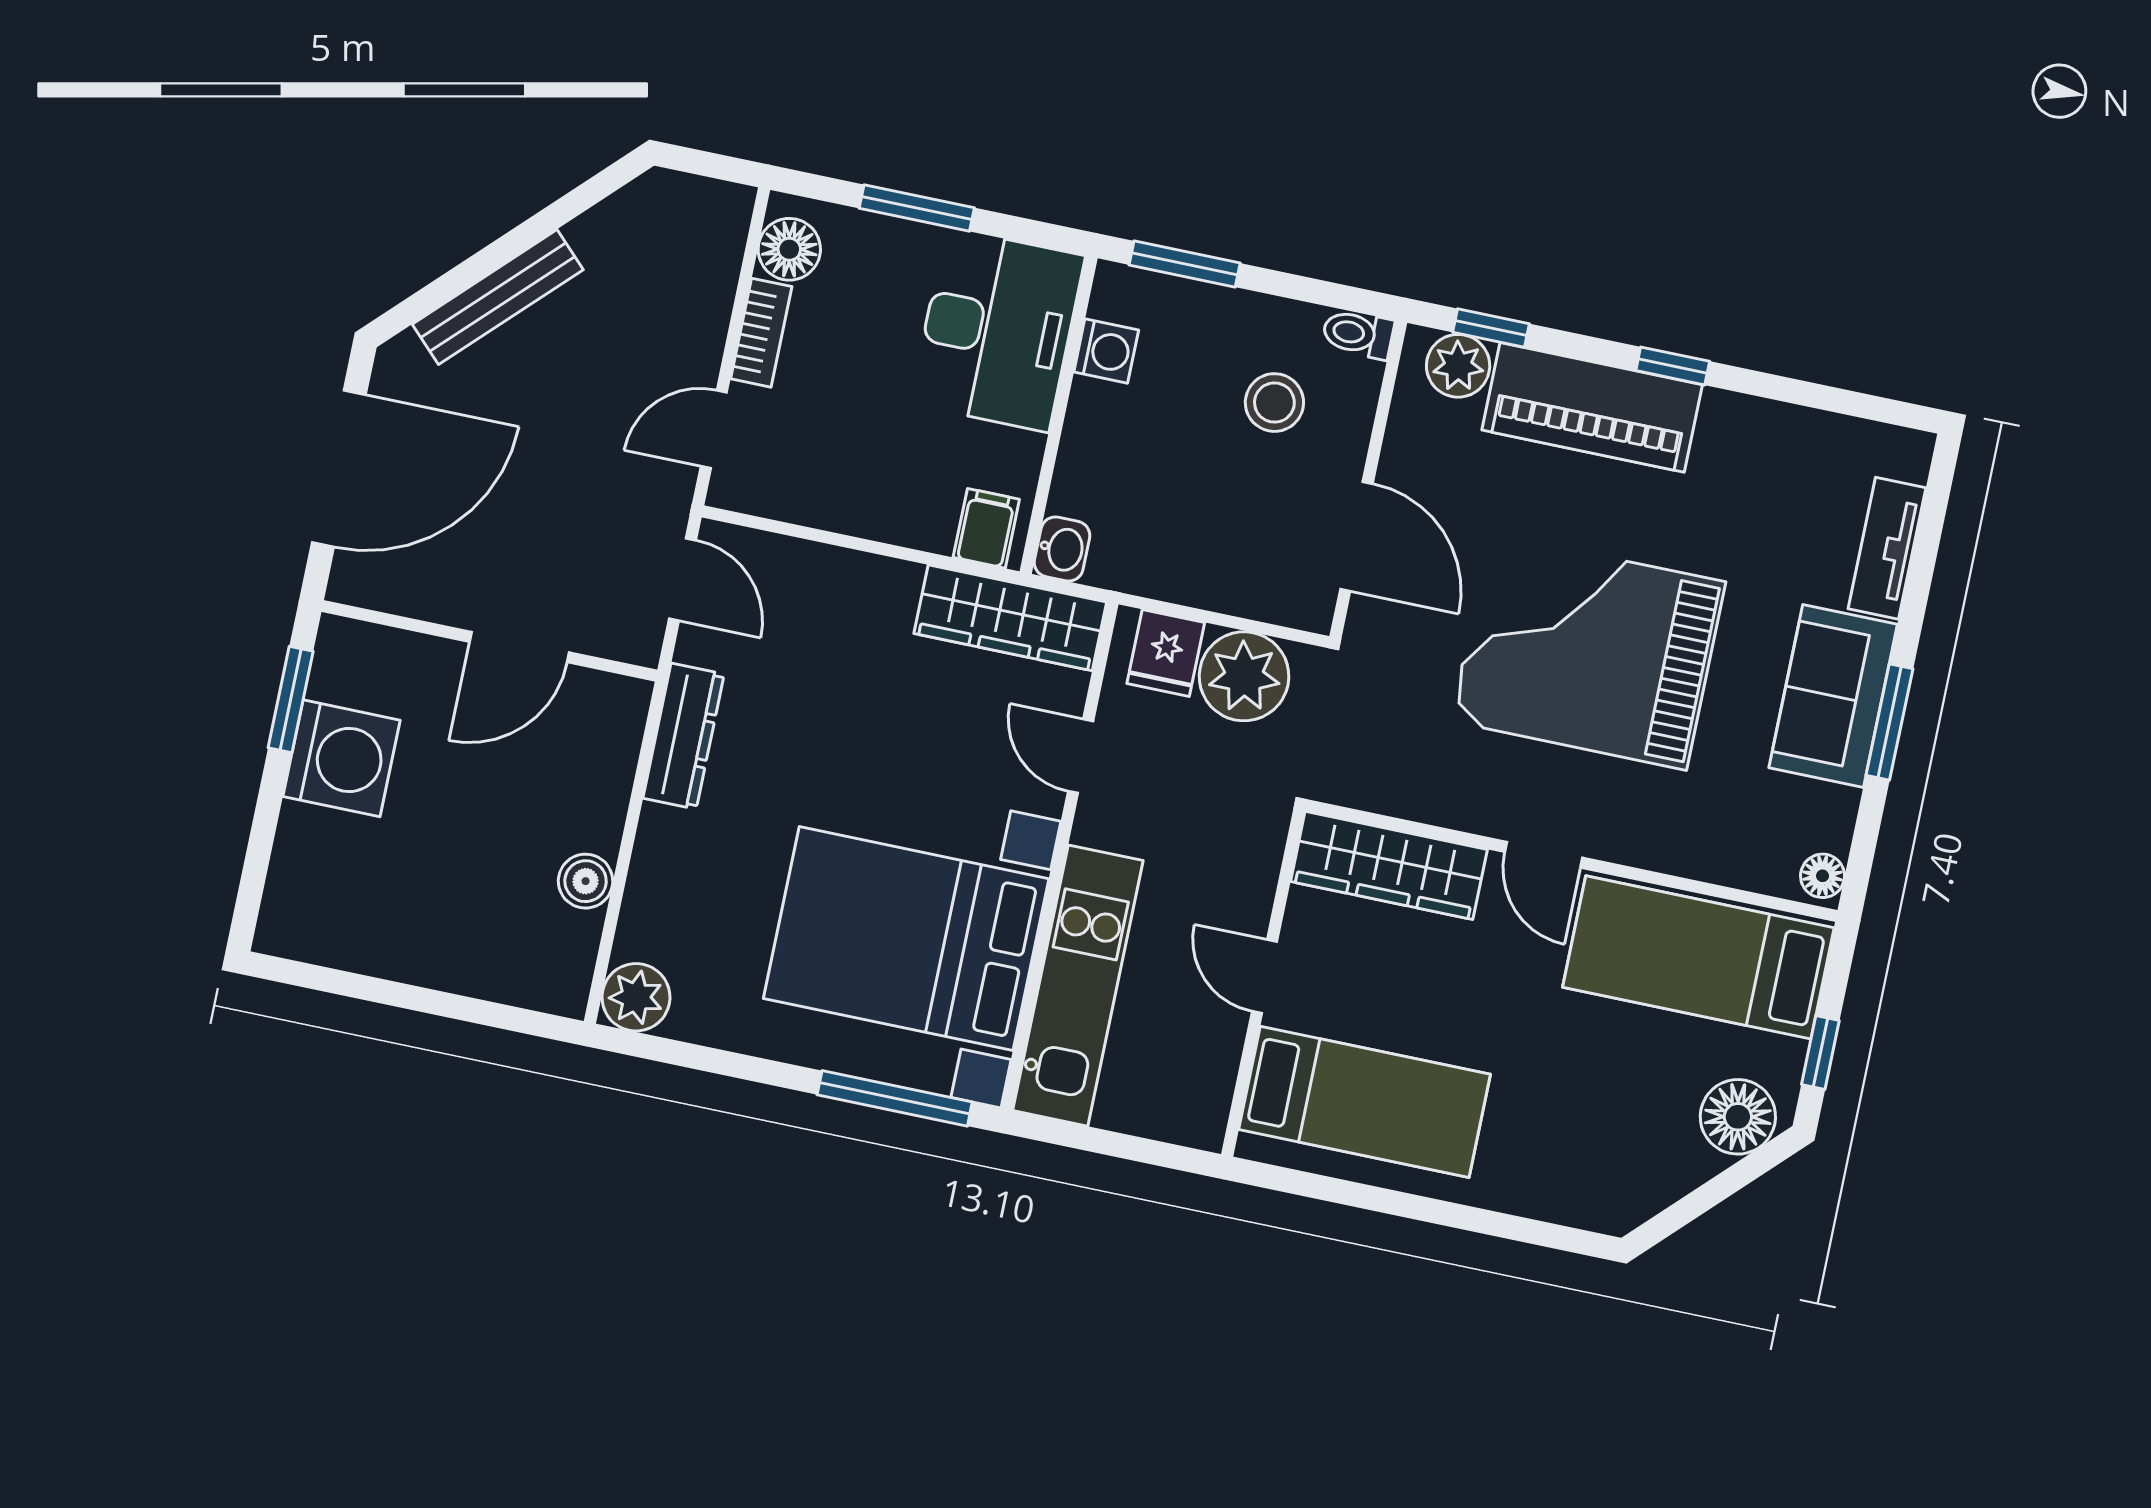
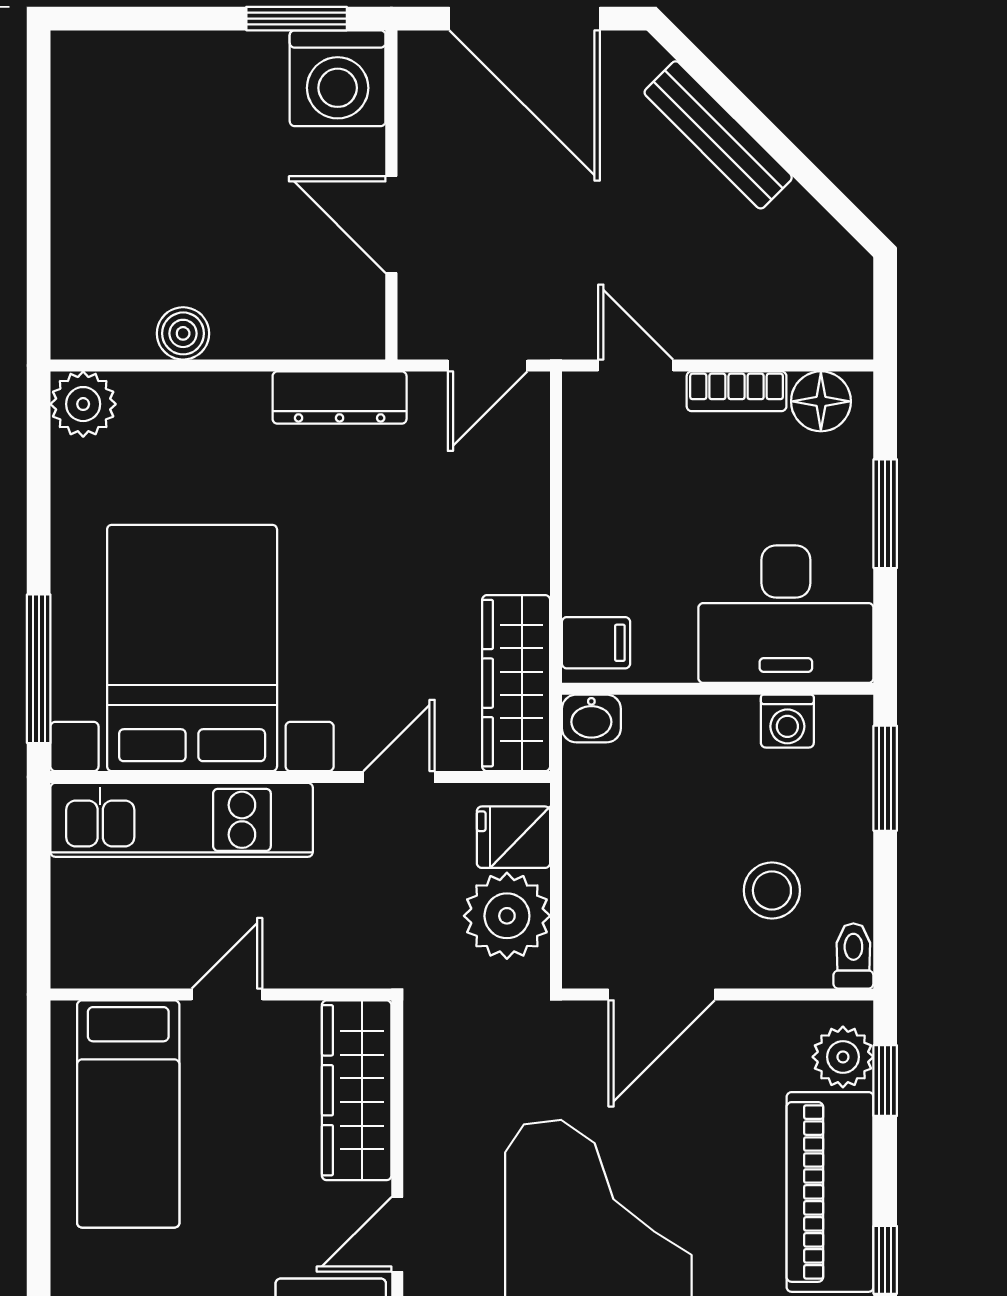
washing machine: (341, 758) -> (338, 78), moved

